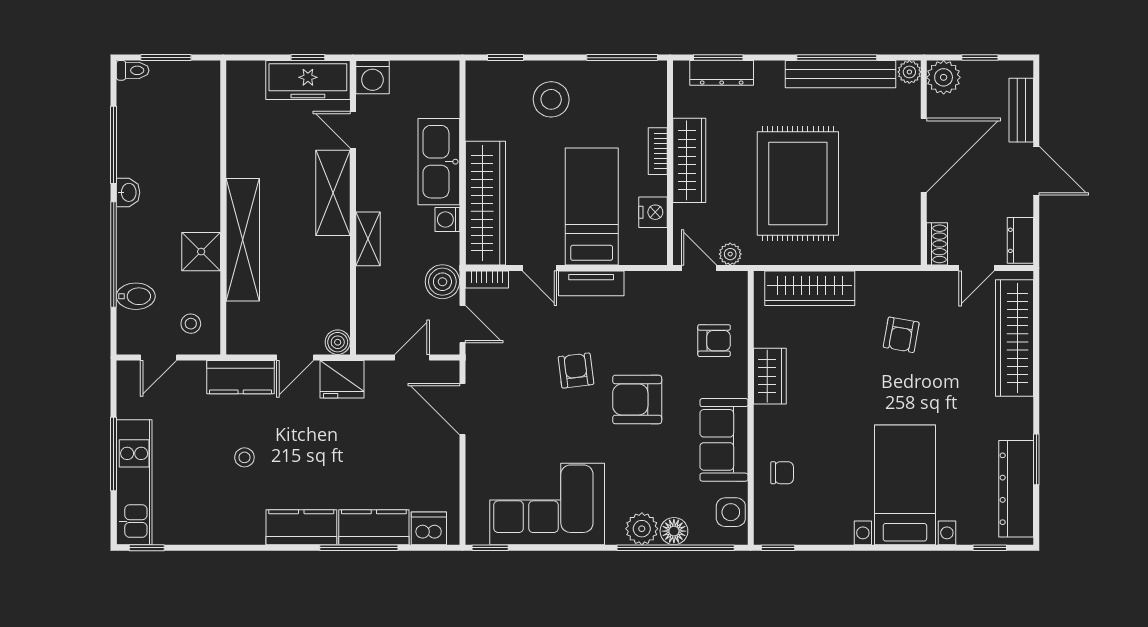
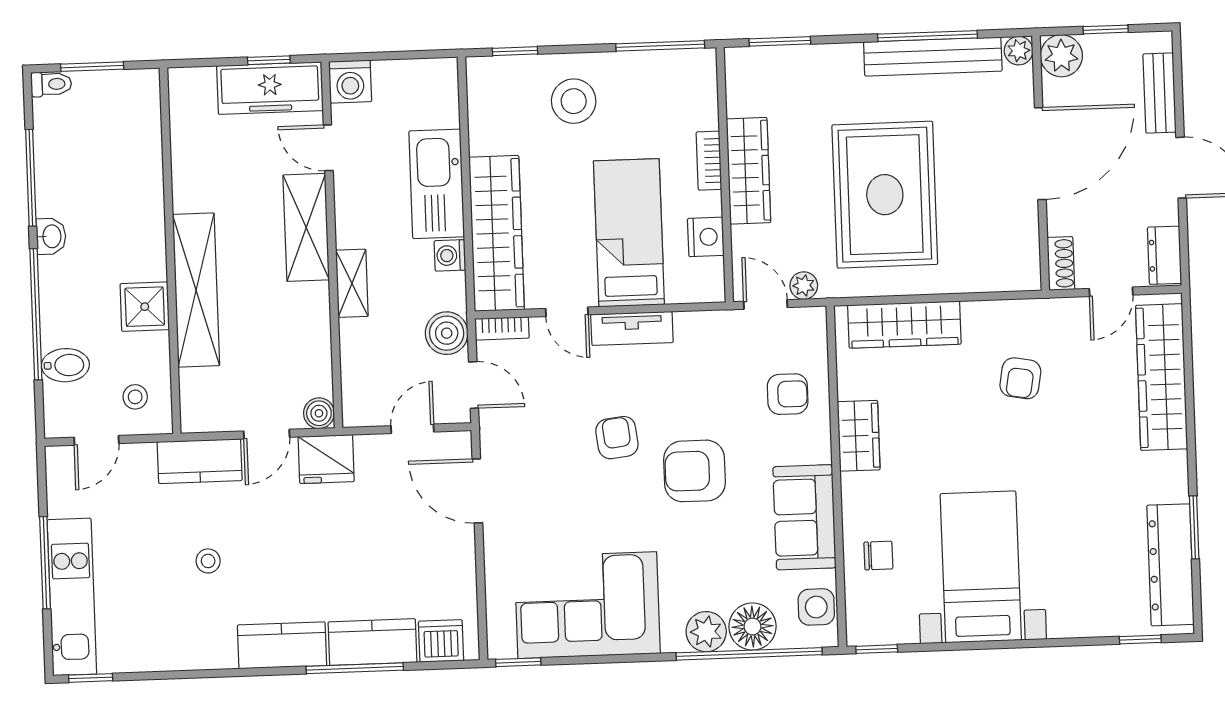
dresser: (722, 73) -> (785, 60), removed
bed with nightstands: (905, 485) -> (981, 567), moved
floor lamp: (674, 531) -> (753, 627), width x1.38, depth x1.38

